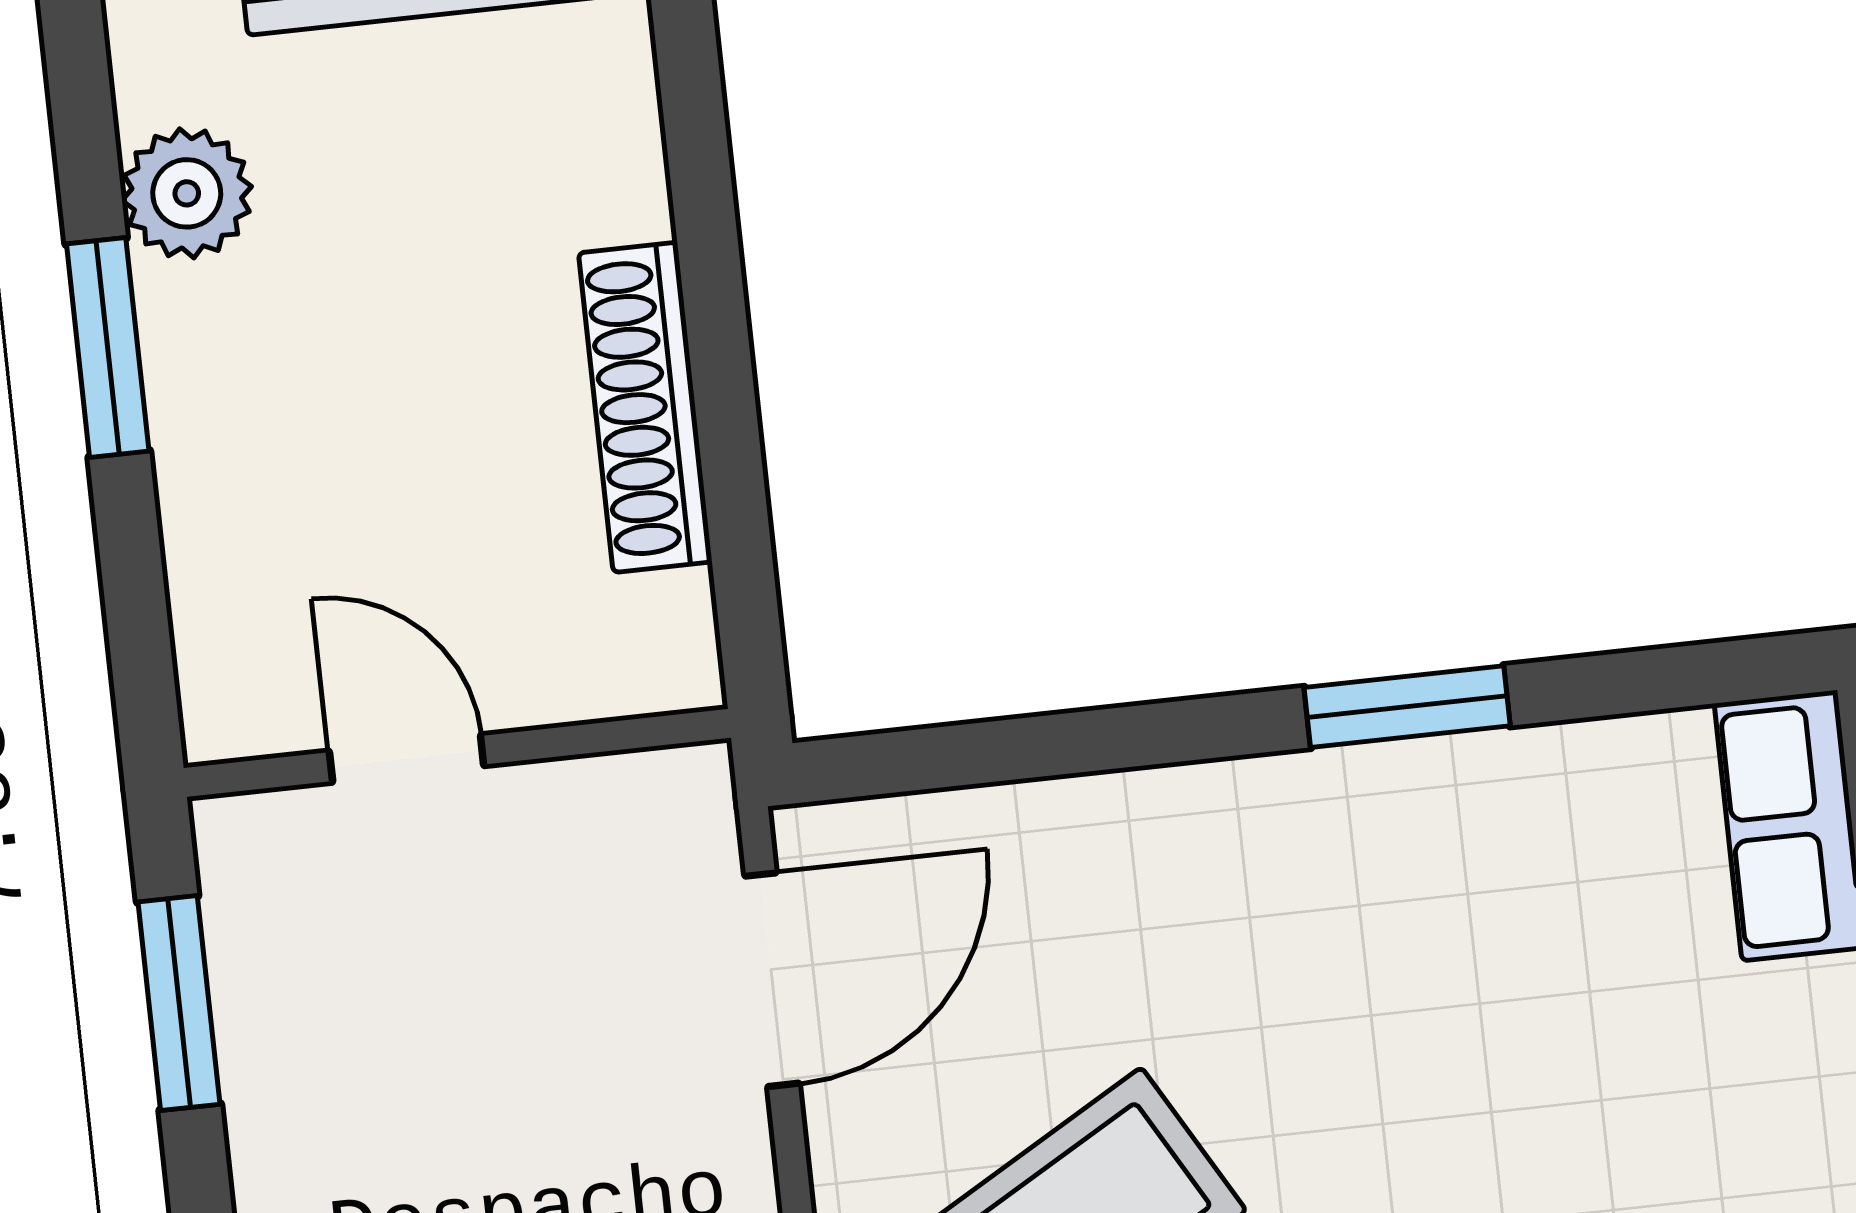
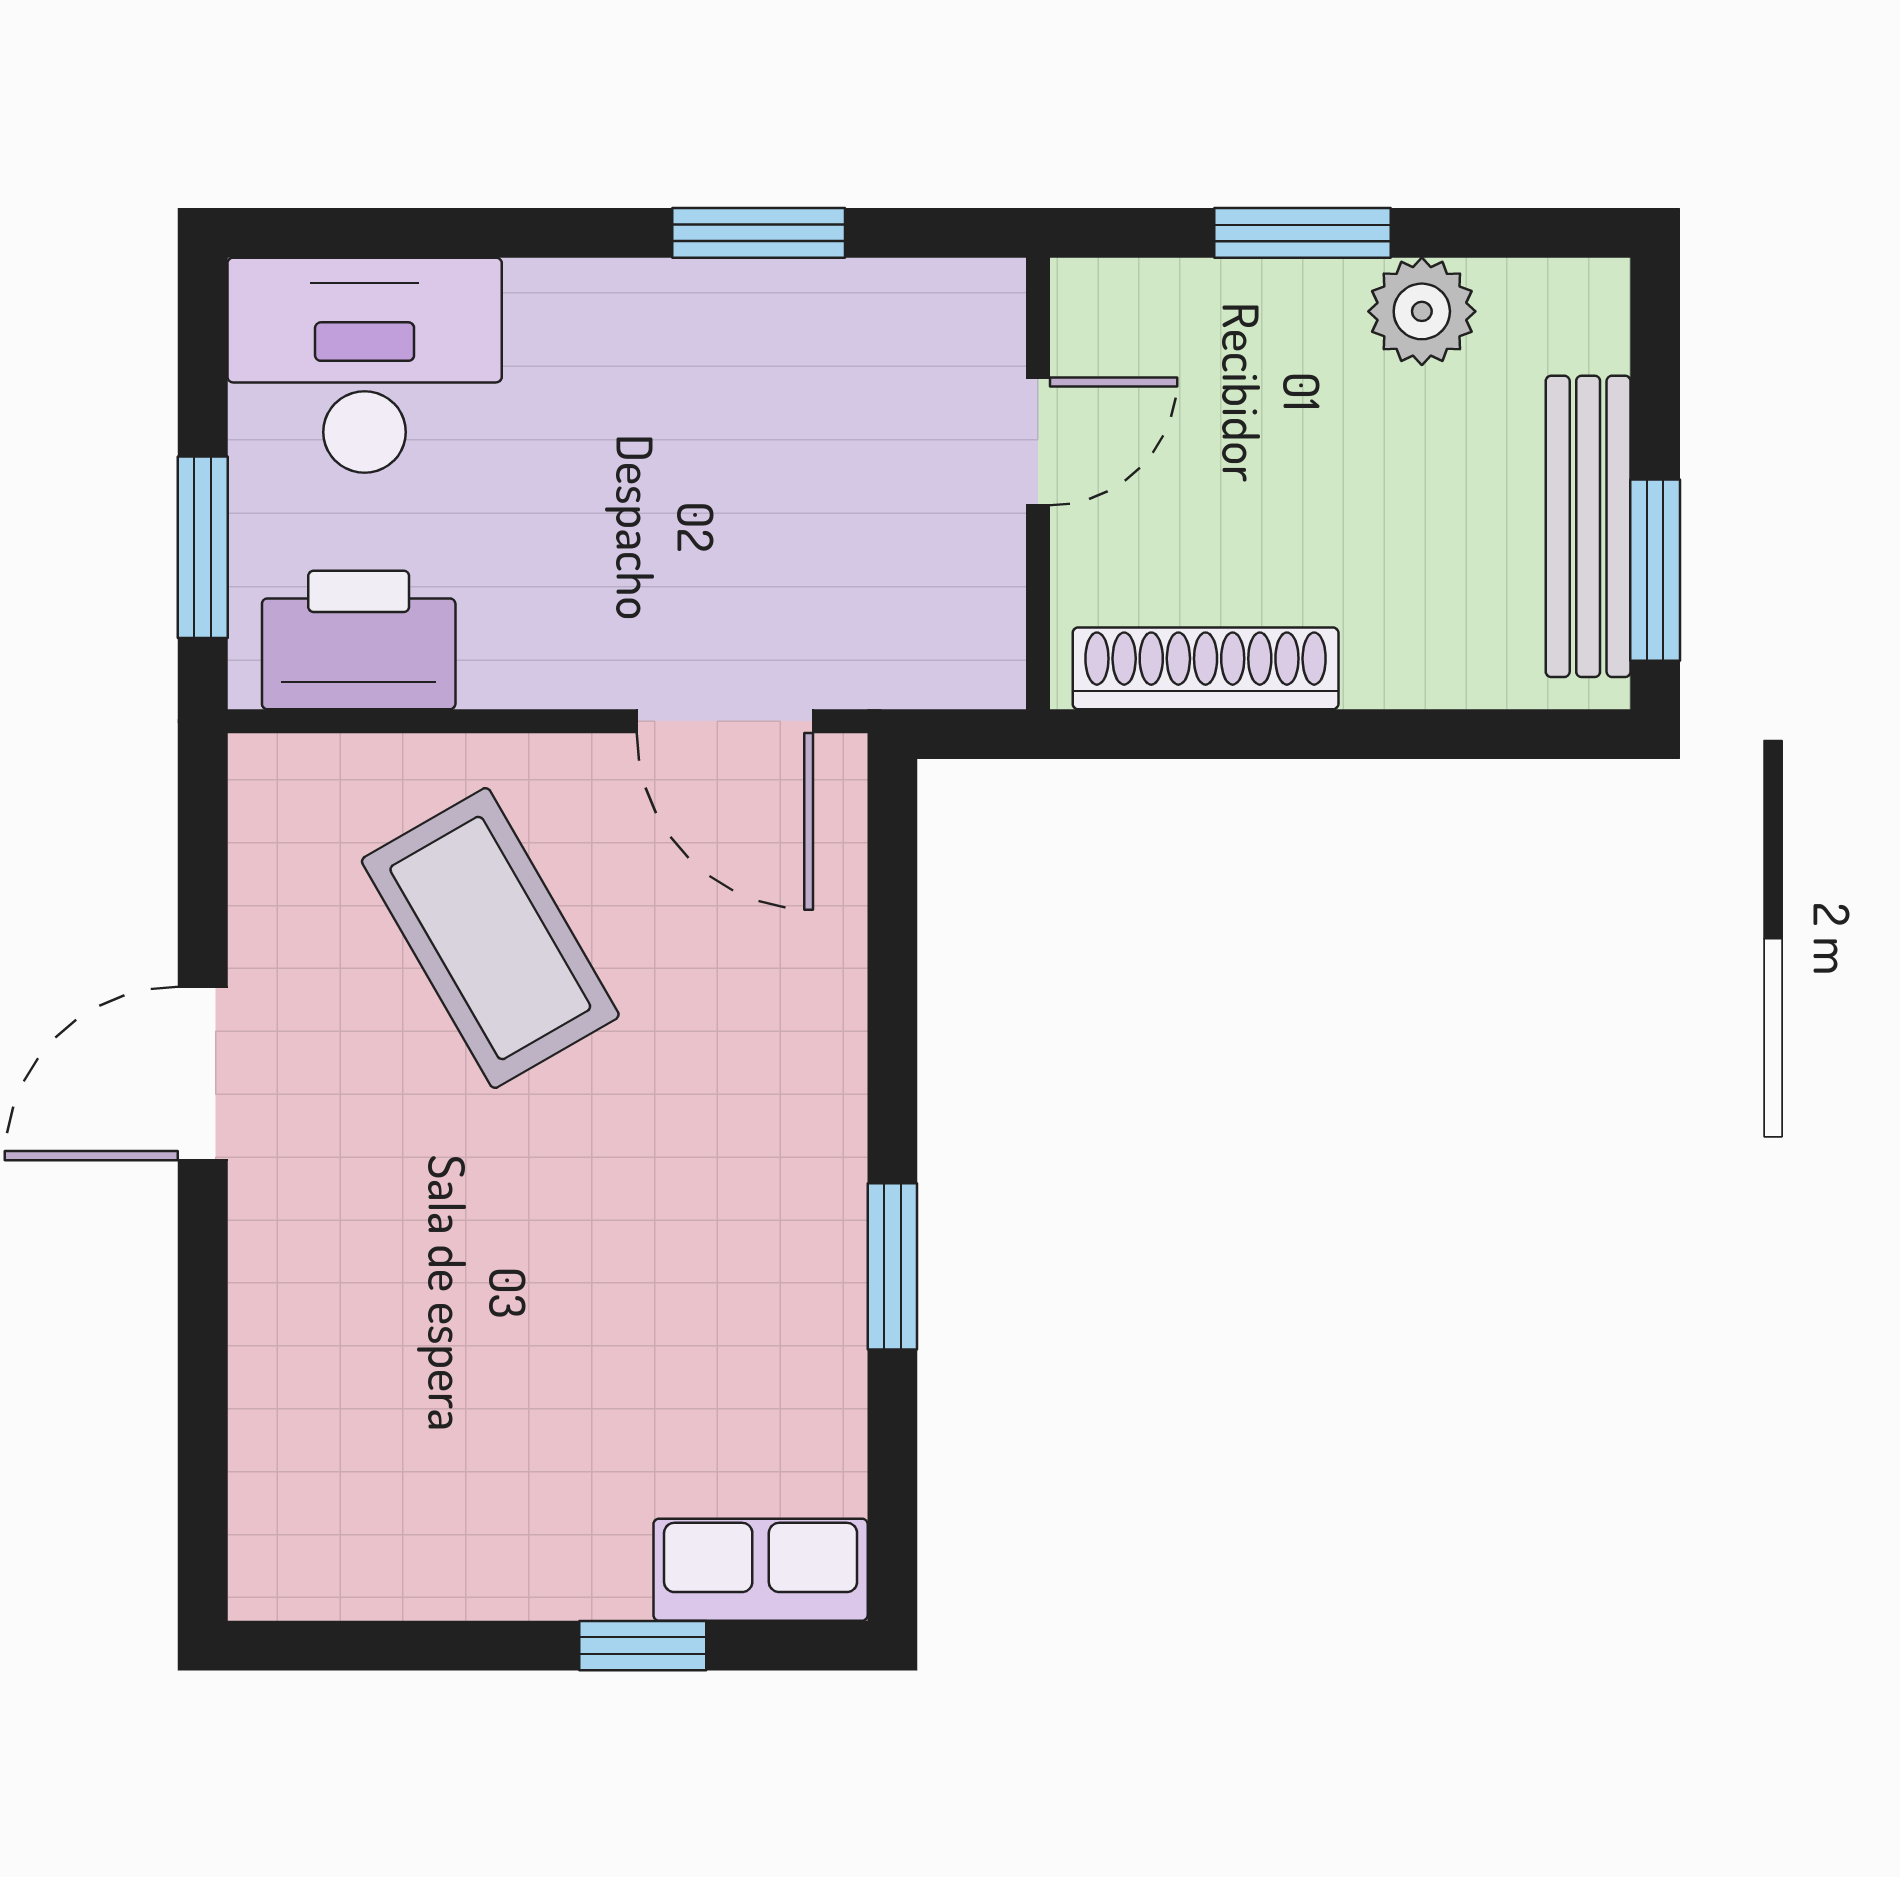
wall: (457, 753) -> (1038, 483), moved
door: (407, 758) -> (1038, 441), moved

